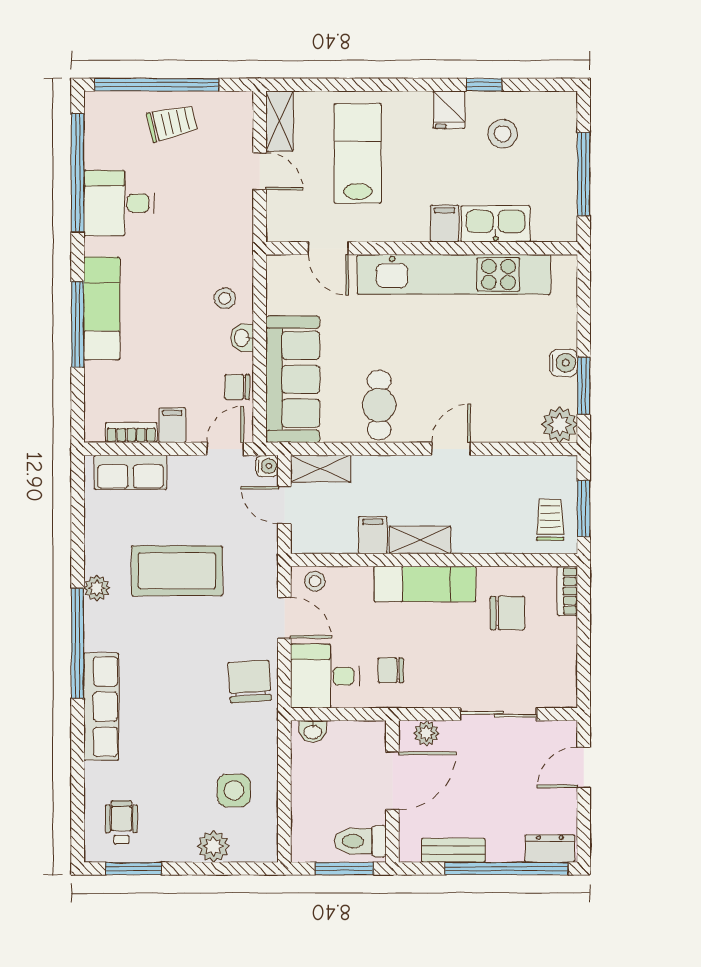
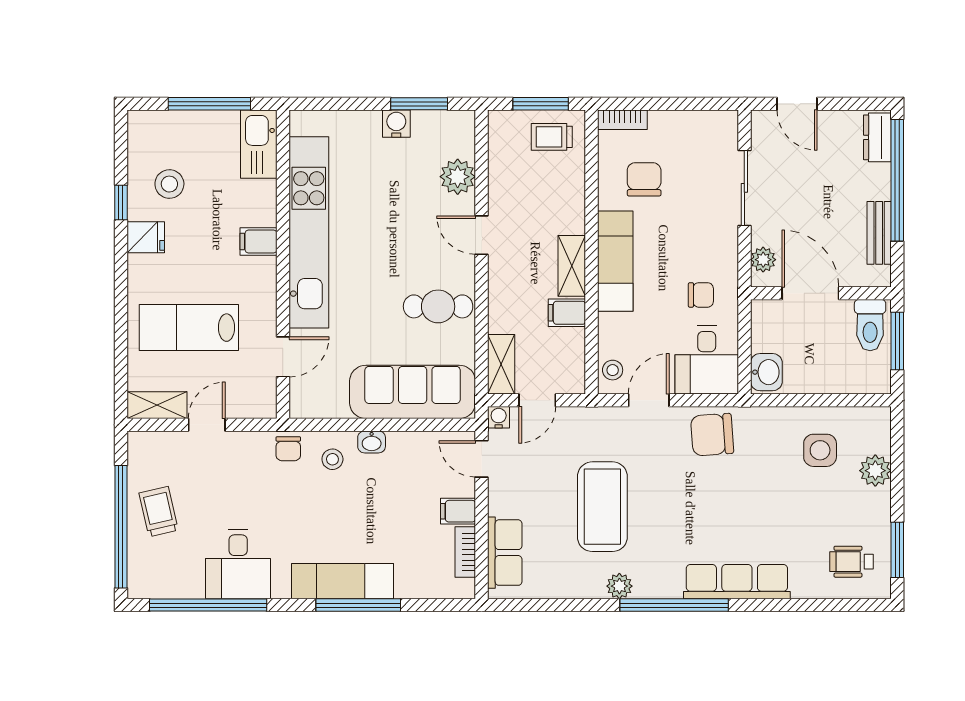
kitchen sink: (496, 224) -> (259, 144), moved
chair: (237, 387) -> (288, 449), moved
plant: (559, 425) -> (458, 177), moved
chair: (391, 670) -> (701, 295), turned -90
washbasin: (313, 731) -> (766, 372), width x1.38, depth x1.45

